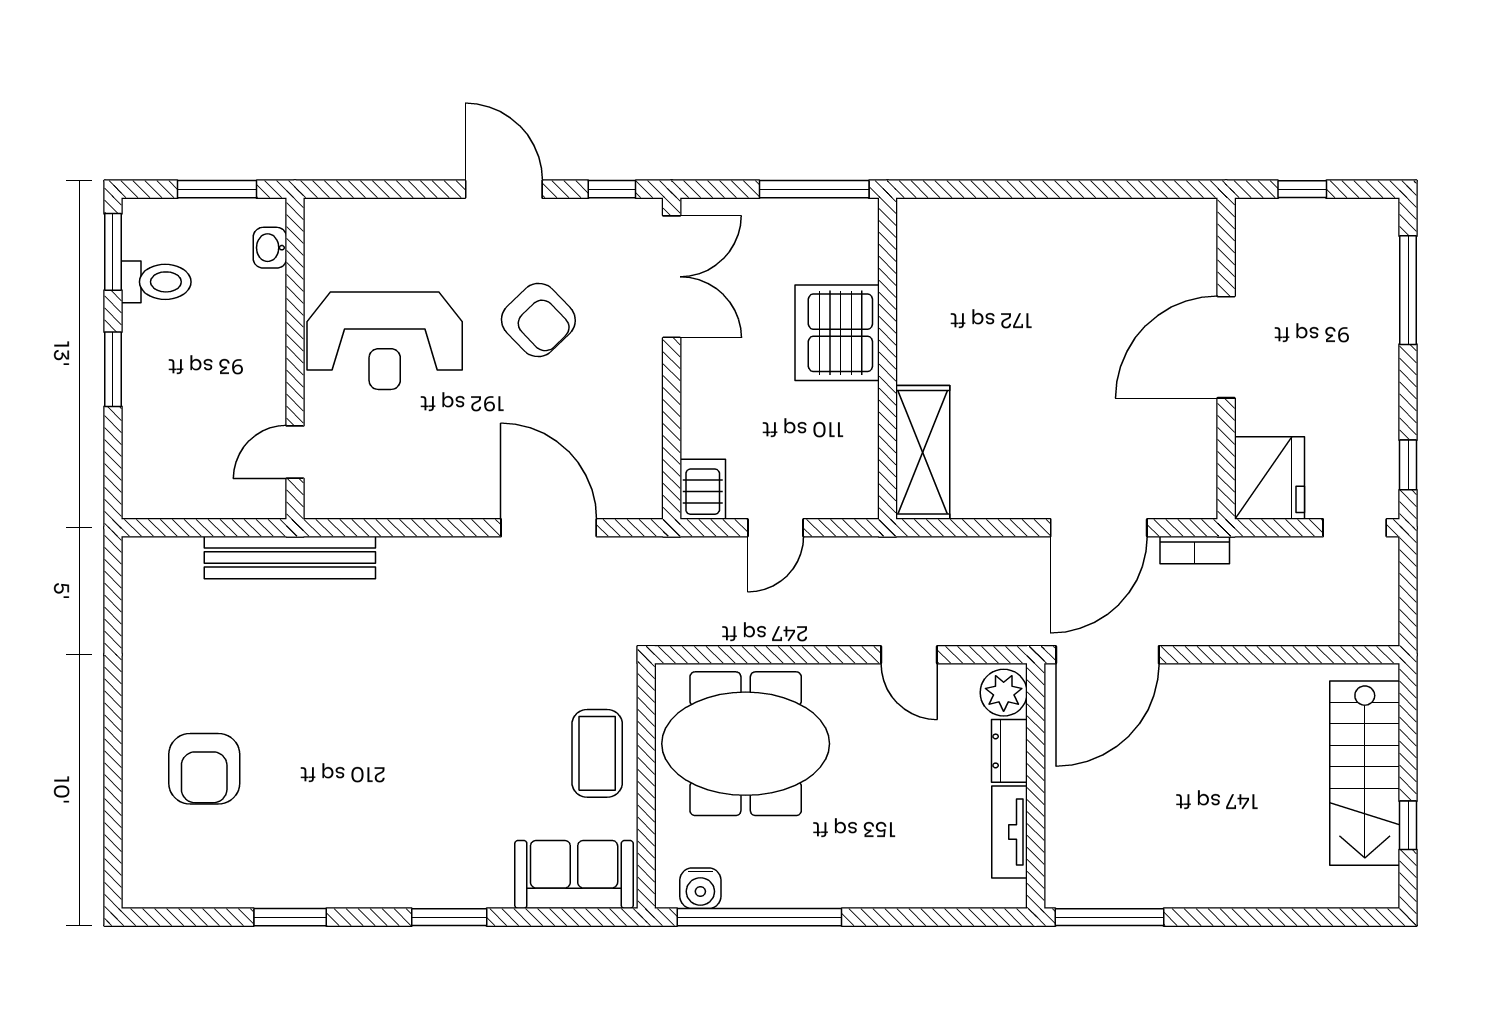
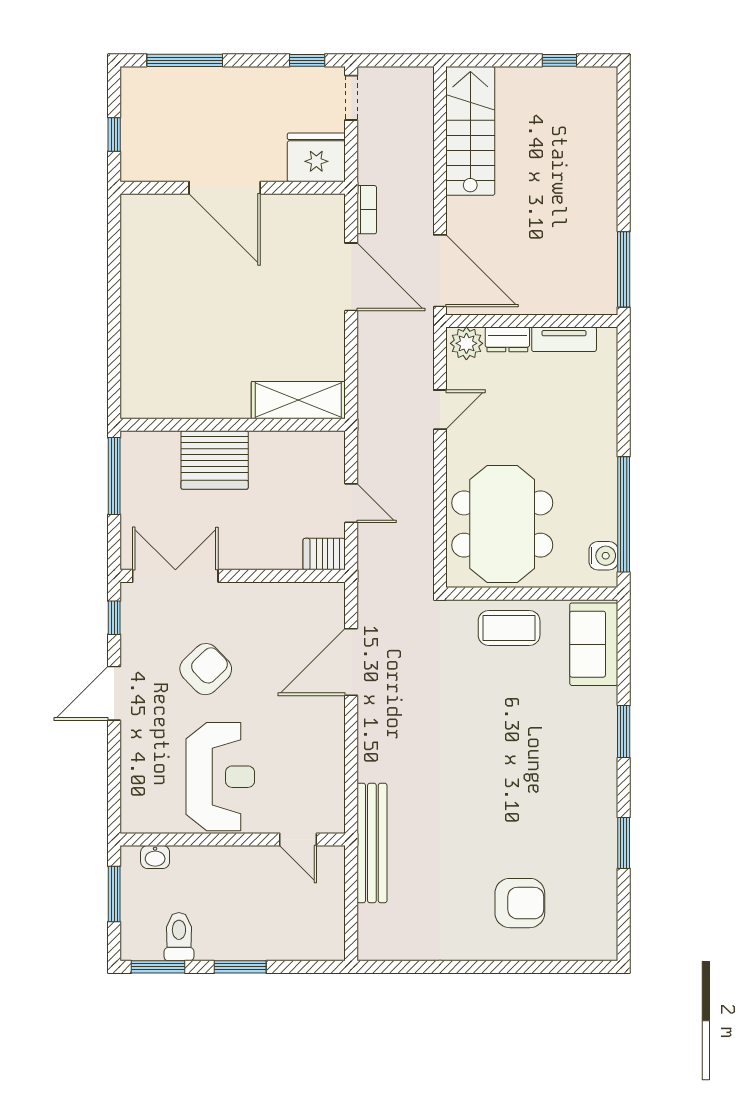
stairs: (1365, 773) -> (470, 131), moved, turned -90

